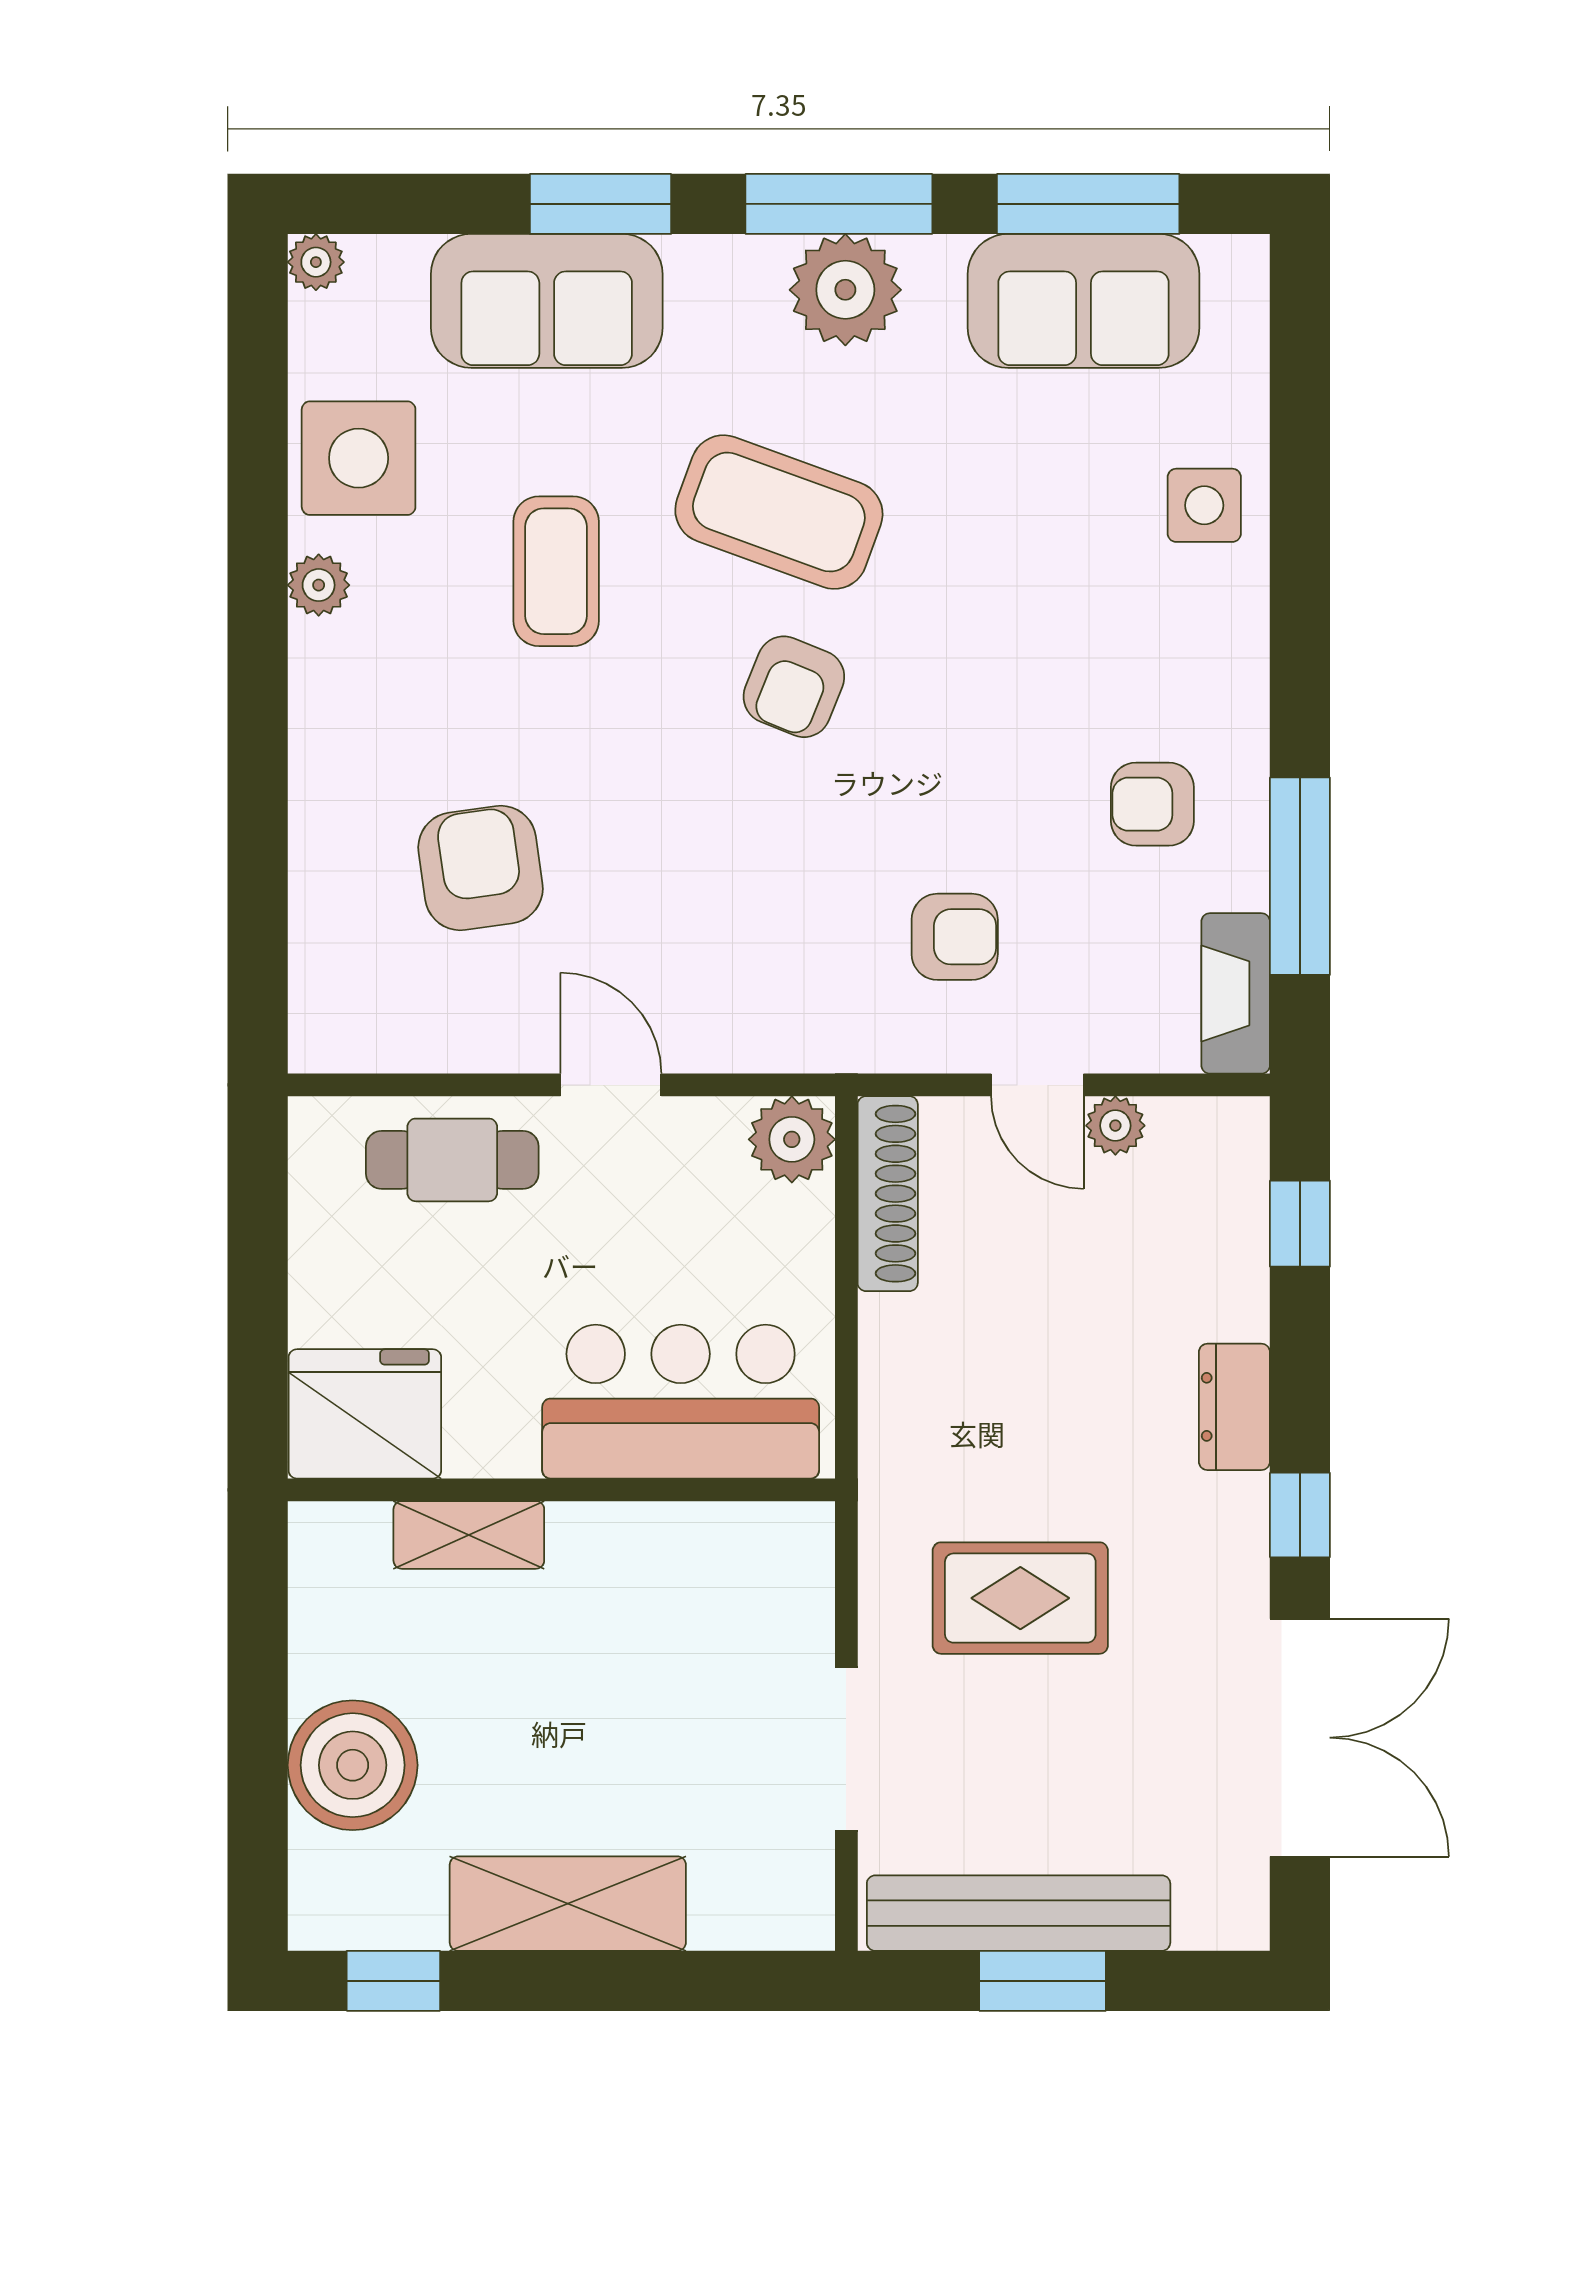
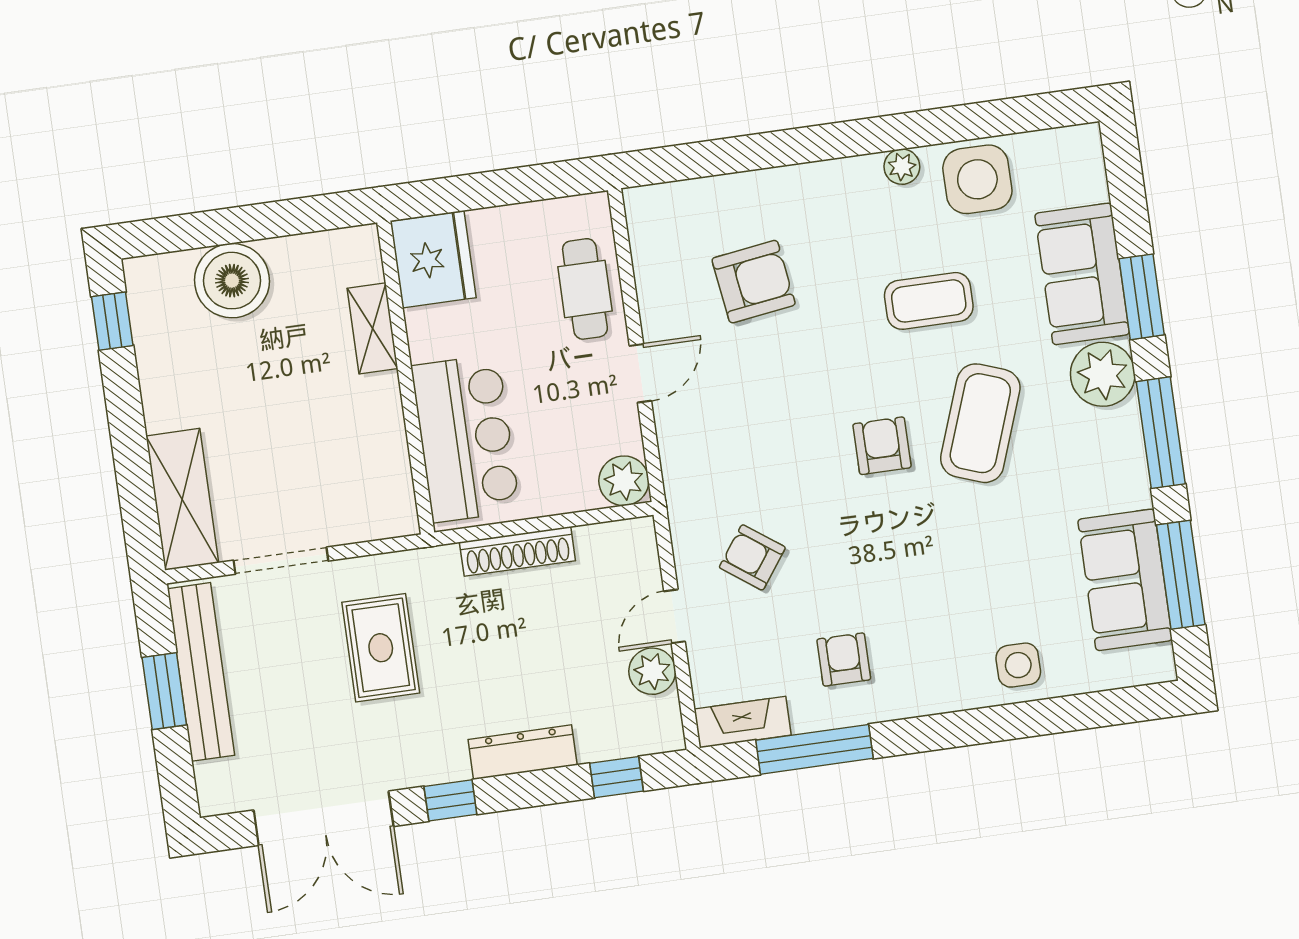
plant: (316, 262) -> (1086, 139), removed
plant: (845, 290) -> (1103, 374), moved
armchair: (794, 687) -> (882, 446), turned 68
armchair: (955, 937) -> (752, 557), turned 126
plant: (1115, 1126) -> (652, 671), width x1.38, depth x1.38
shoe rack: (888, 1194) -> (517, 551), moved
dresser: (1234, 1407) -> (523, 752), width x1.44
shelving: (568, 1904) -> (182, 499), moved

